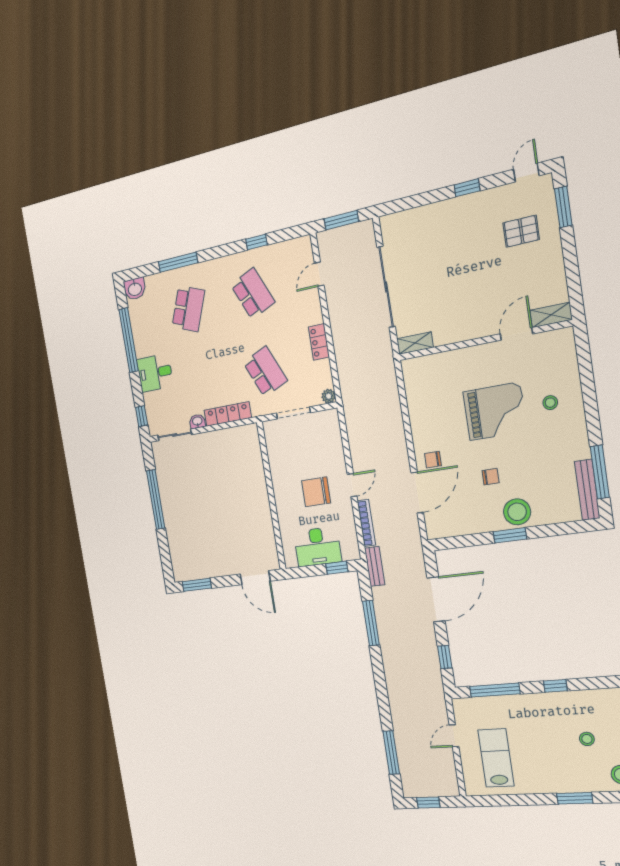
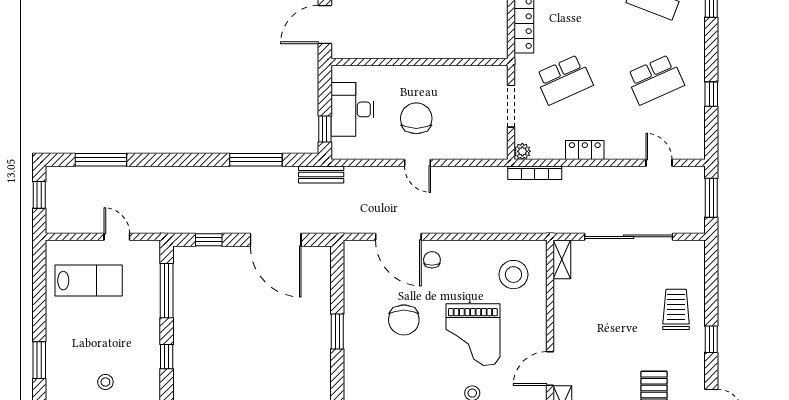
trolley: (444, 228) -> (676, 309), added
door: (516, 334) -> (550, 369), swing flipped
chair: (491, 477) -> (404, 320), width x1.87, depth x1.87
stool: (517, 512) -> (513, 275), moved
bookcase: (366, 523) -> (535, 173), moved

